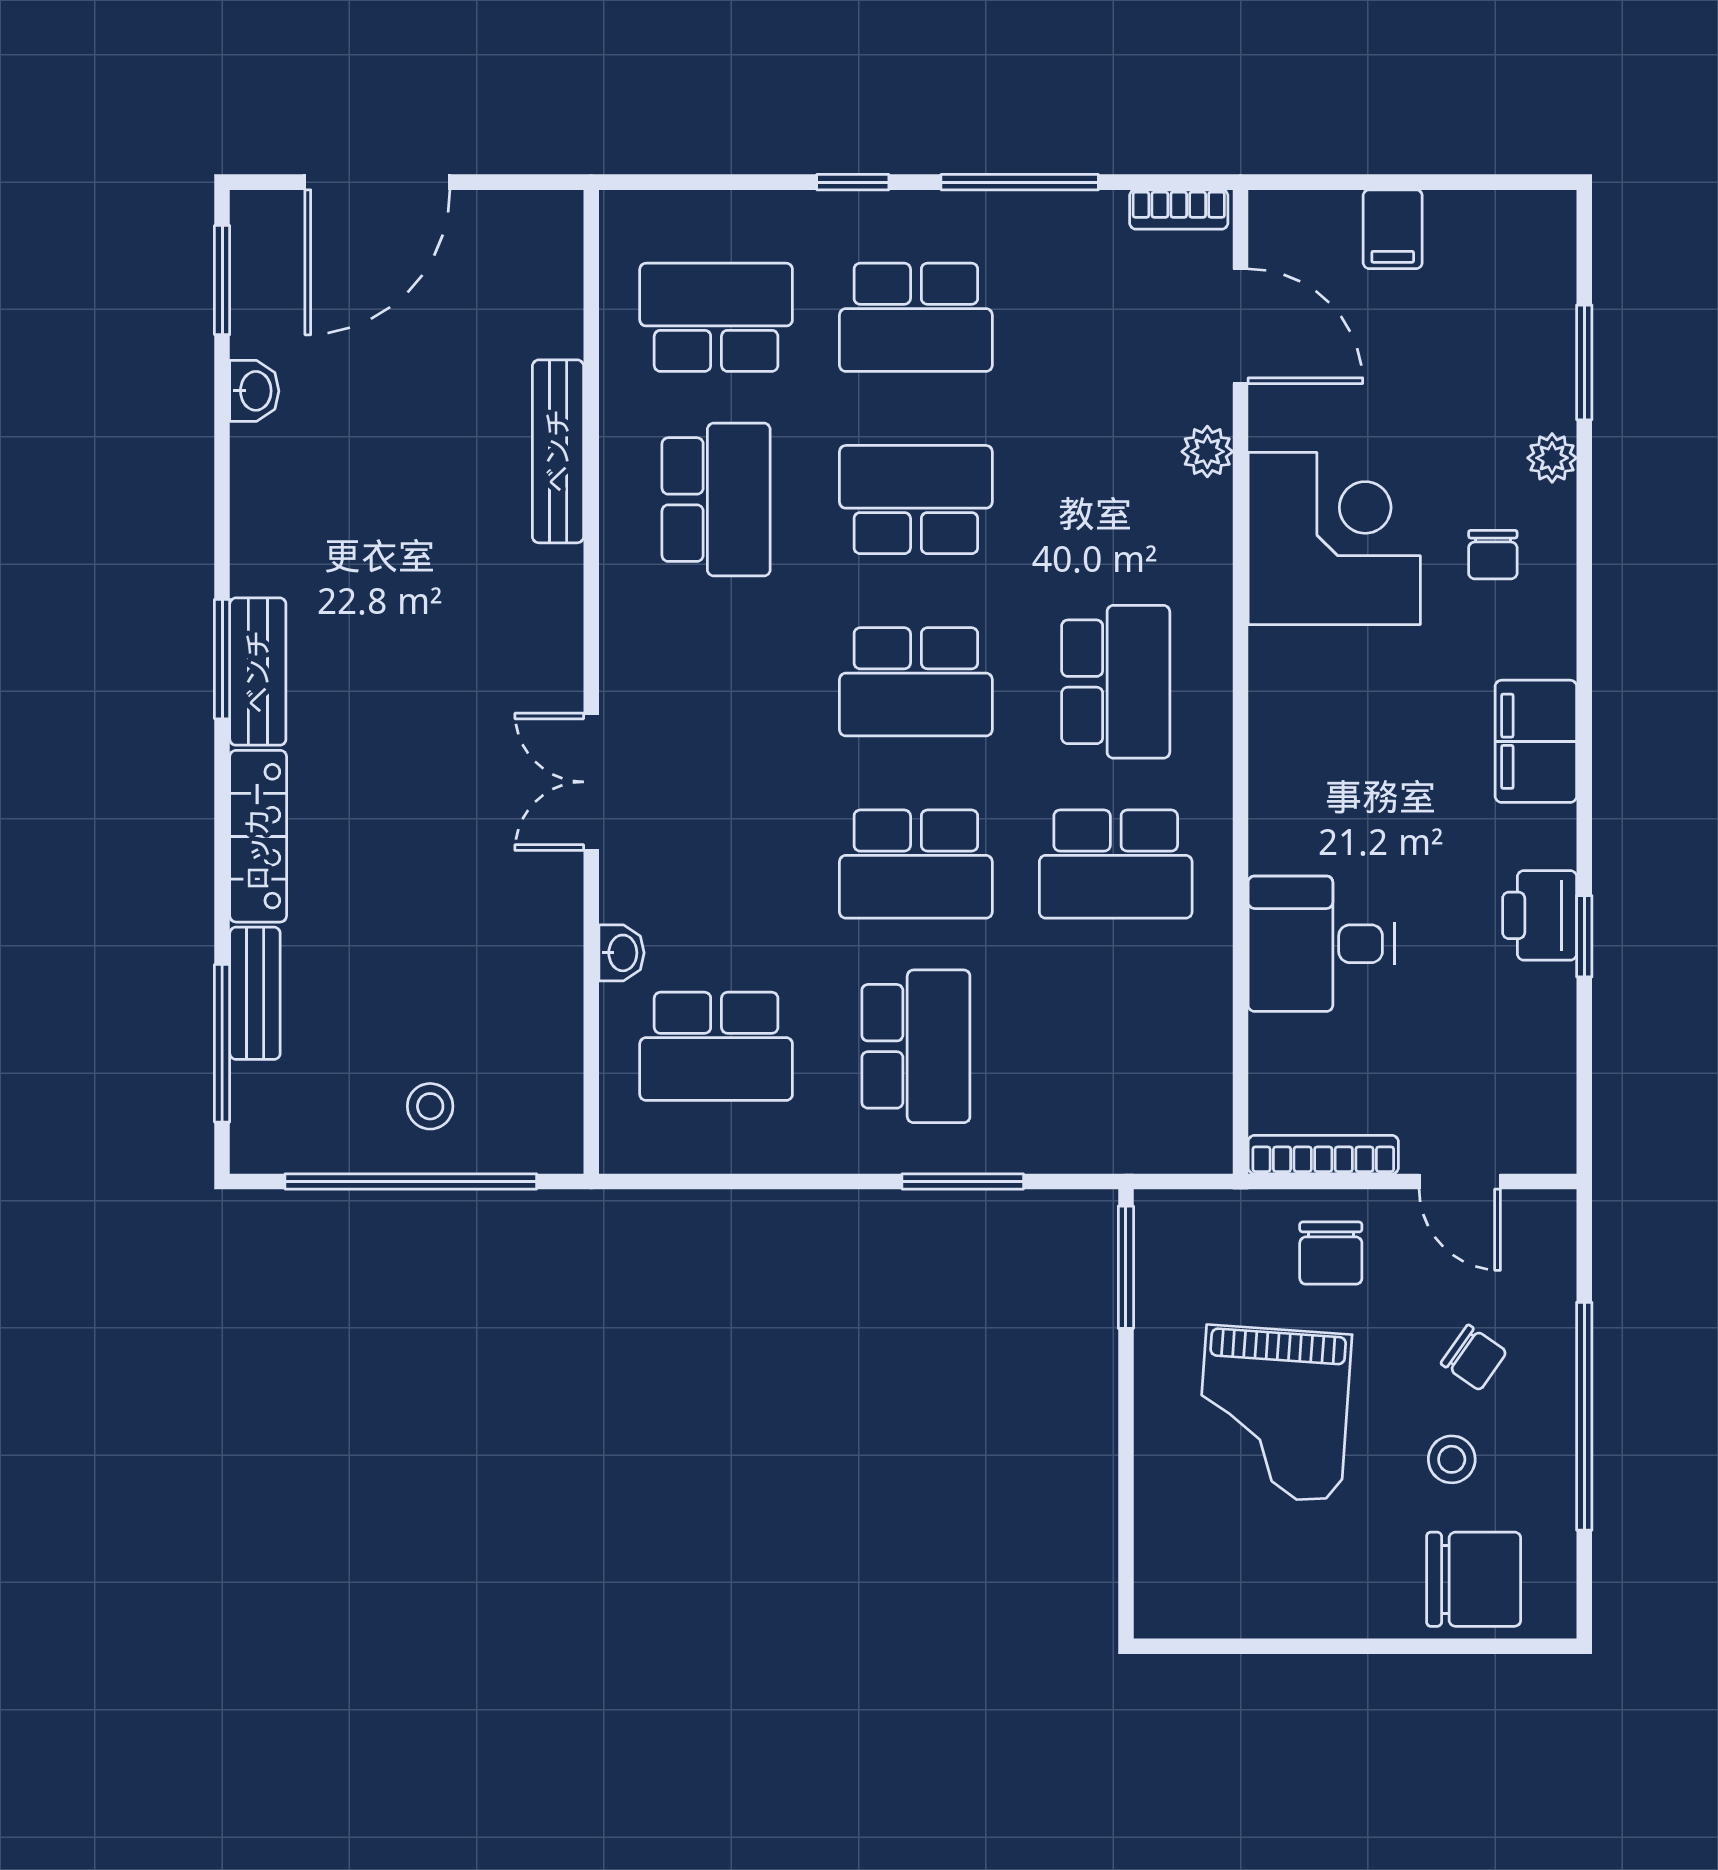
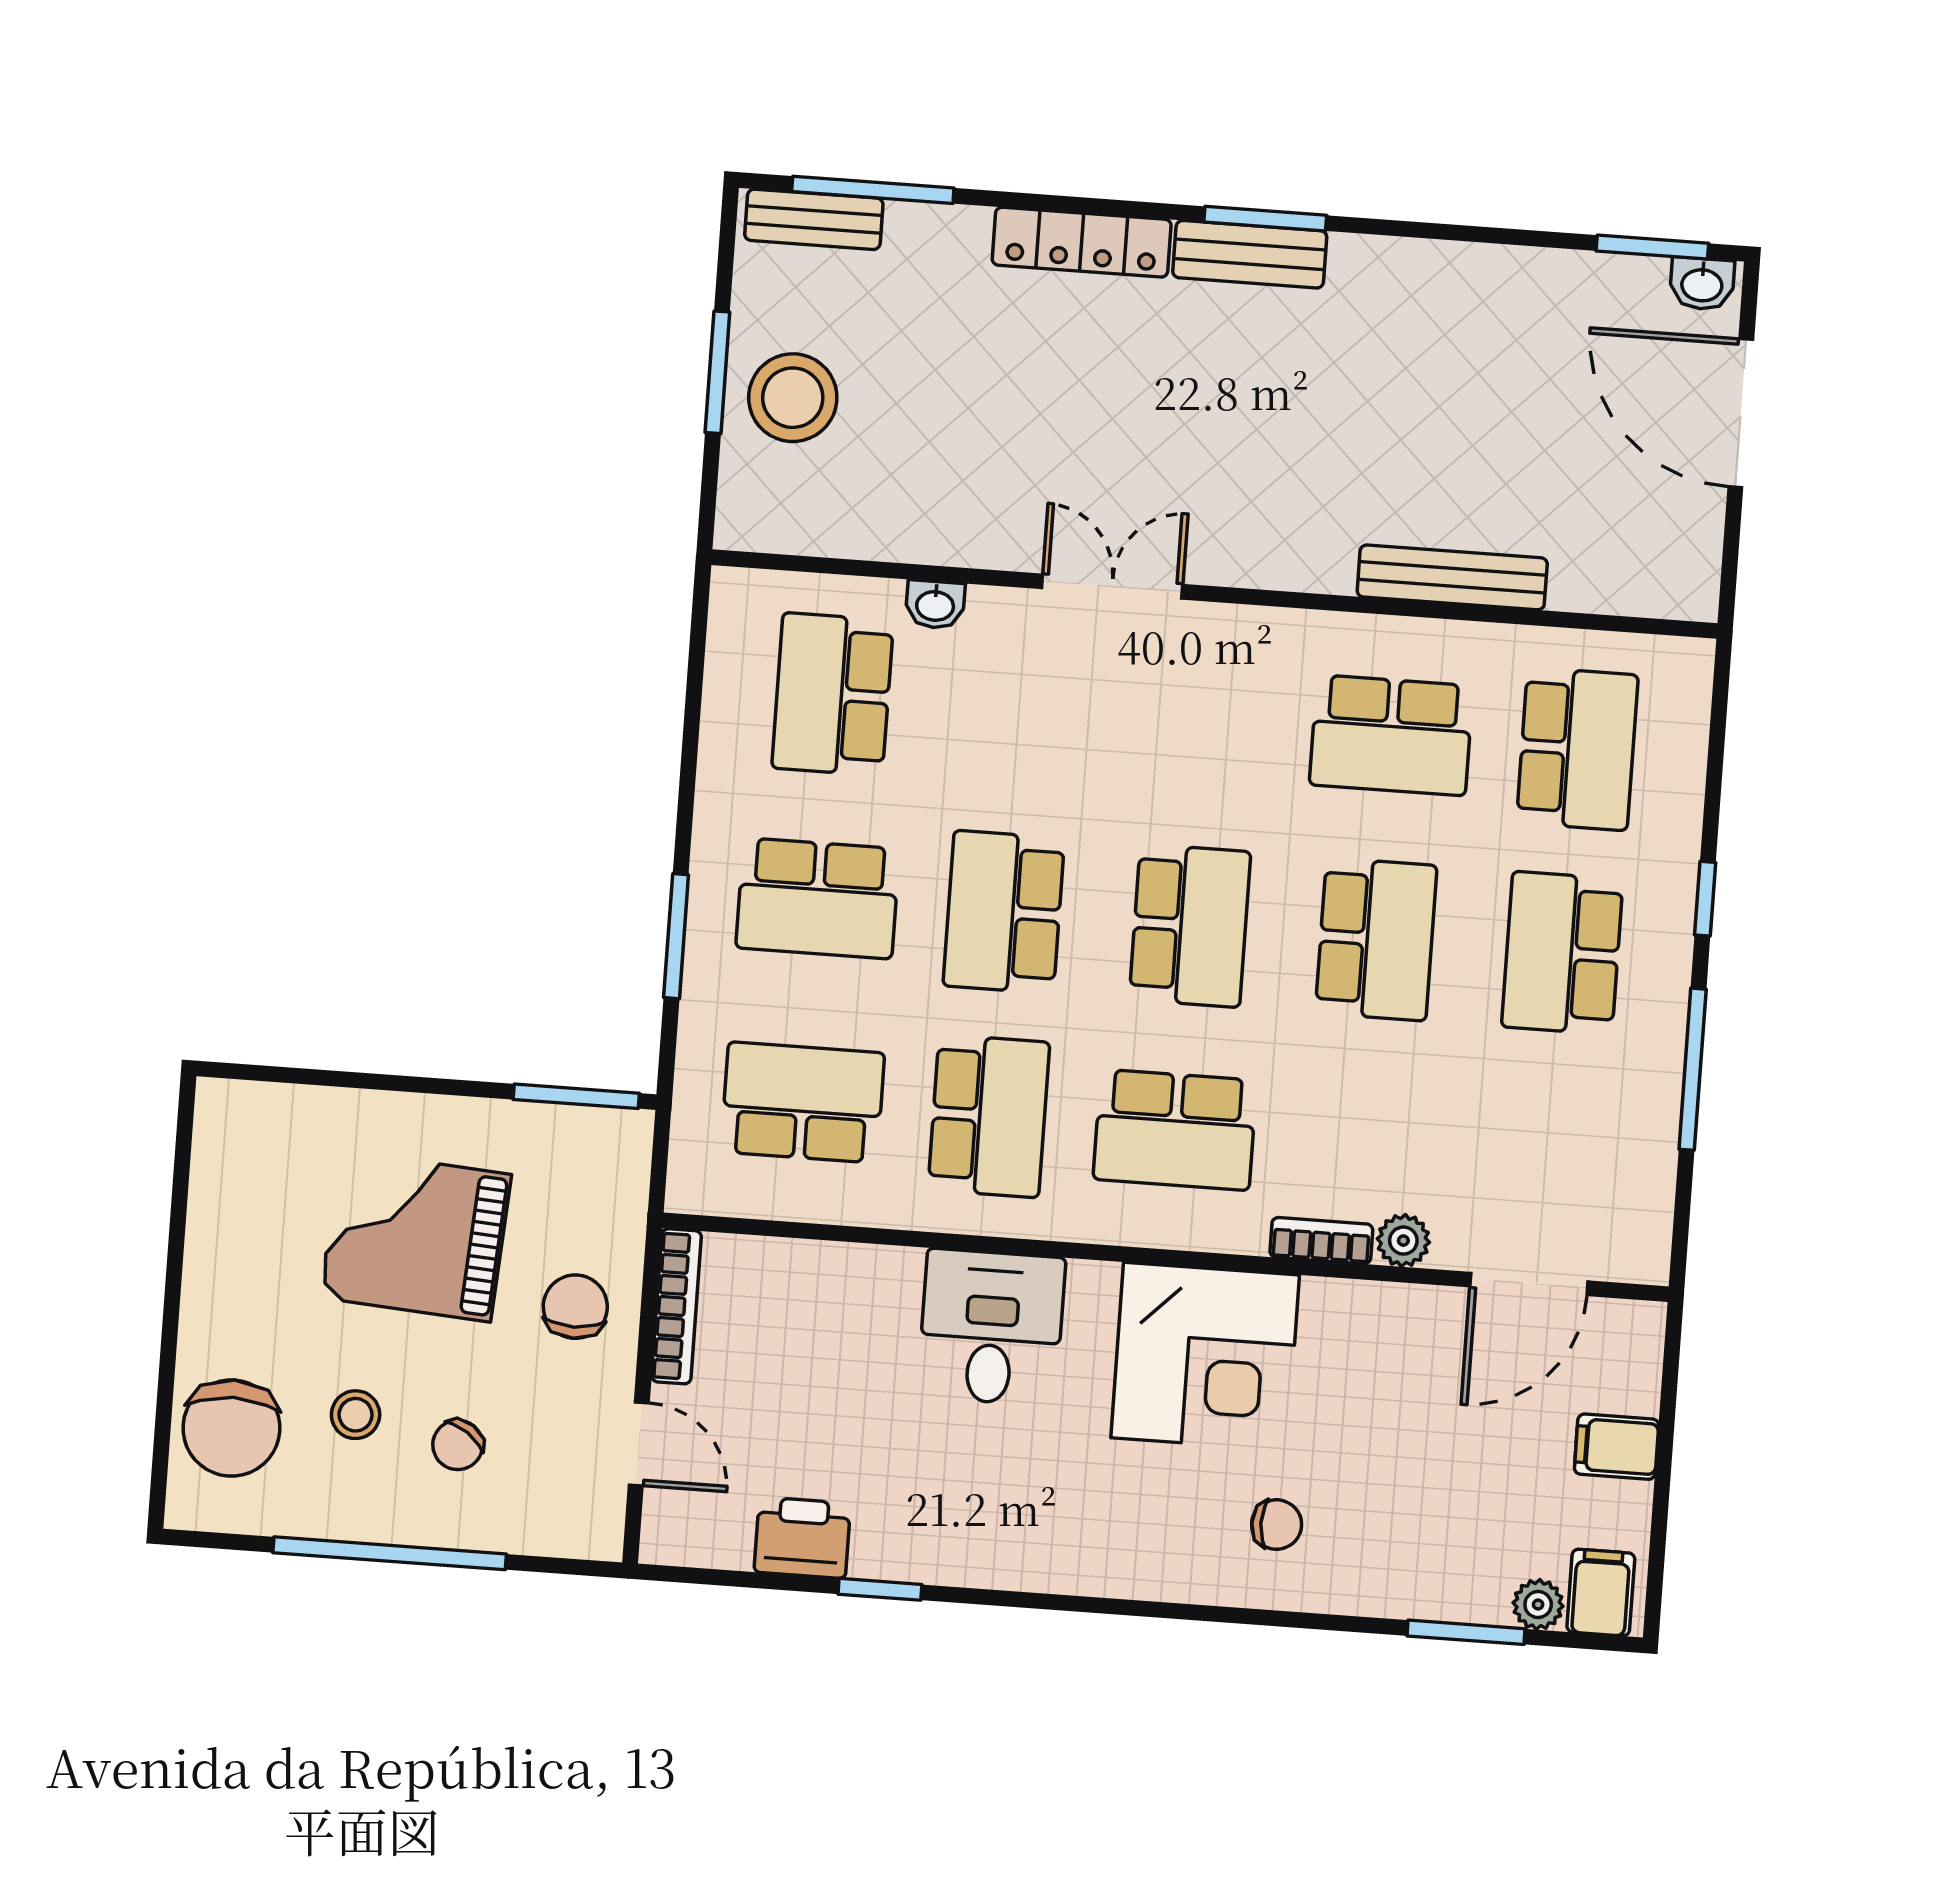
bookcase: (1179, 209) -> (1321, 1241), moved, turned 90
washbasin: (254, 391) -> (1702, 284), moved
plant: (1552, 458) -> (1538, 1605), moved
corner desk: (1334, 538) -> (1205, 1356), moved
chair: (1493, 555) -> (1277, 1525), turned 180
school desk: (916, 682) -> (1190, 926), turned 180
filing cabinet: (1536, 741) -> (1601, 1593), moved, width x0.50
school desk: (1116, 864) -> (989, 1116), turned 180
printer: (1540, 915) -> (802, 1538), moved
desk: (1321, 944) -> (991, 1327), moved
bench: (255, 993) -> (814, 219), moved
school desk: (1116, 1046) -> (803, 1102), added
stool: (430, 1106) -> (793, 398), width x1.89, depth x1.89
window: (411, 1181) -> (717, 372), width x0.47
door: (1460, 1181) -> (639, 1444), swing flipped
chair: (1331, 1253) -> (575, 1307), turned 90

